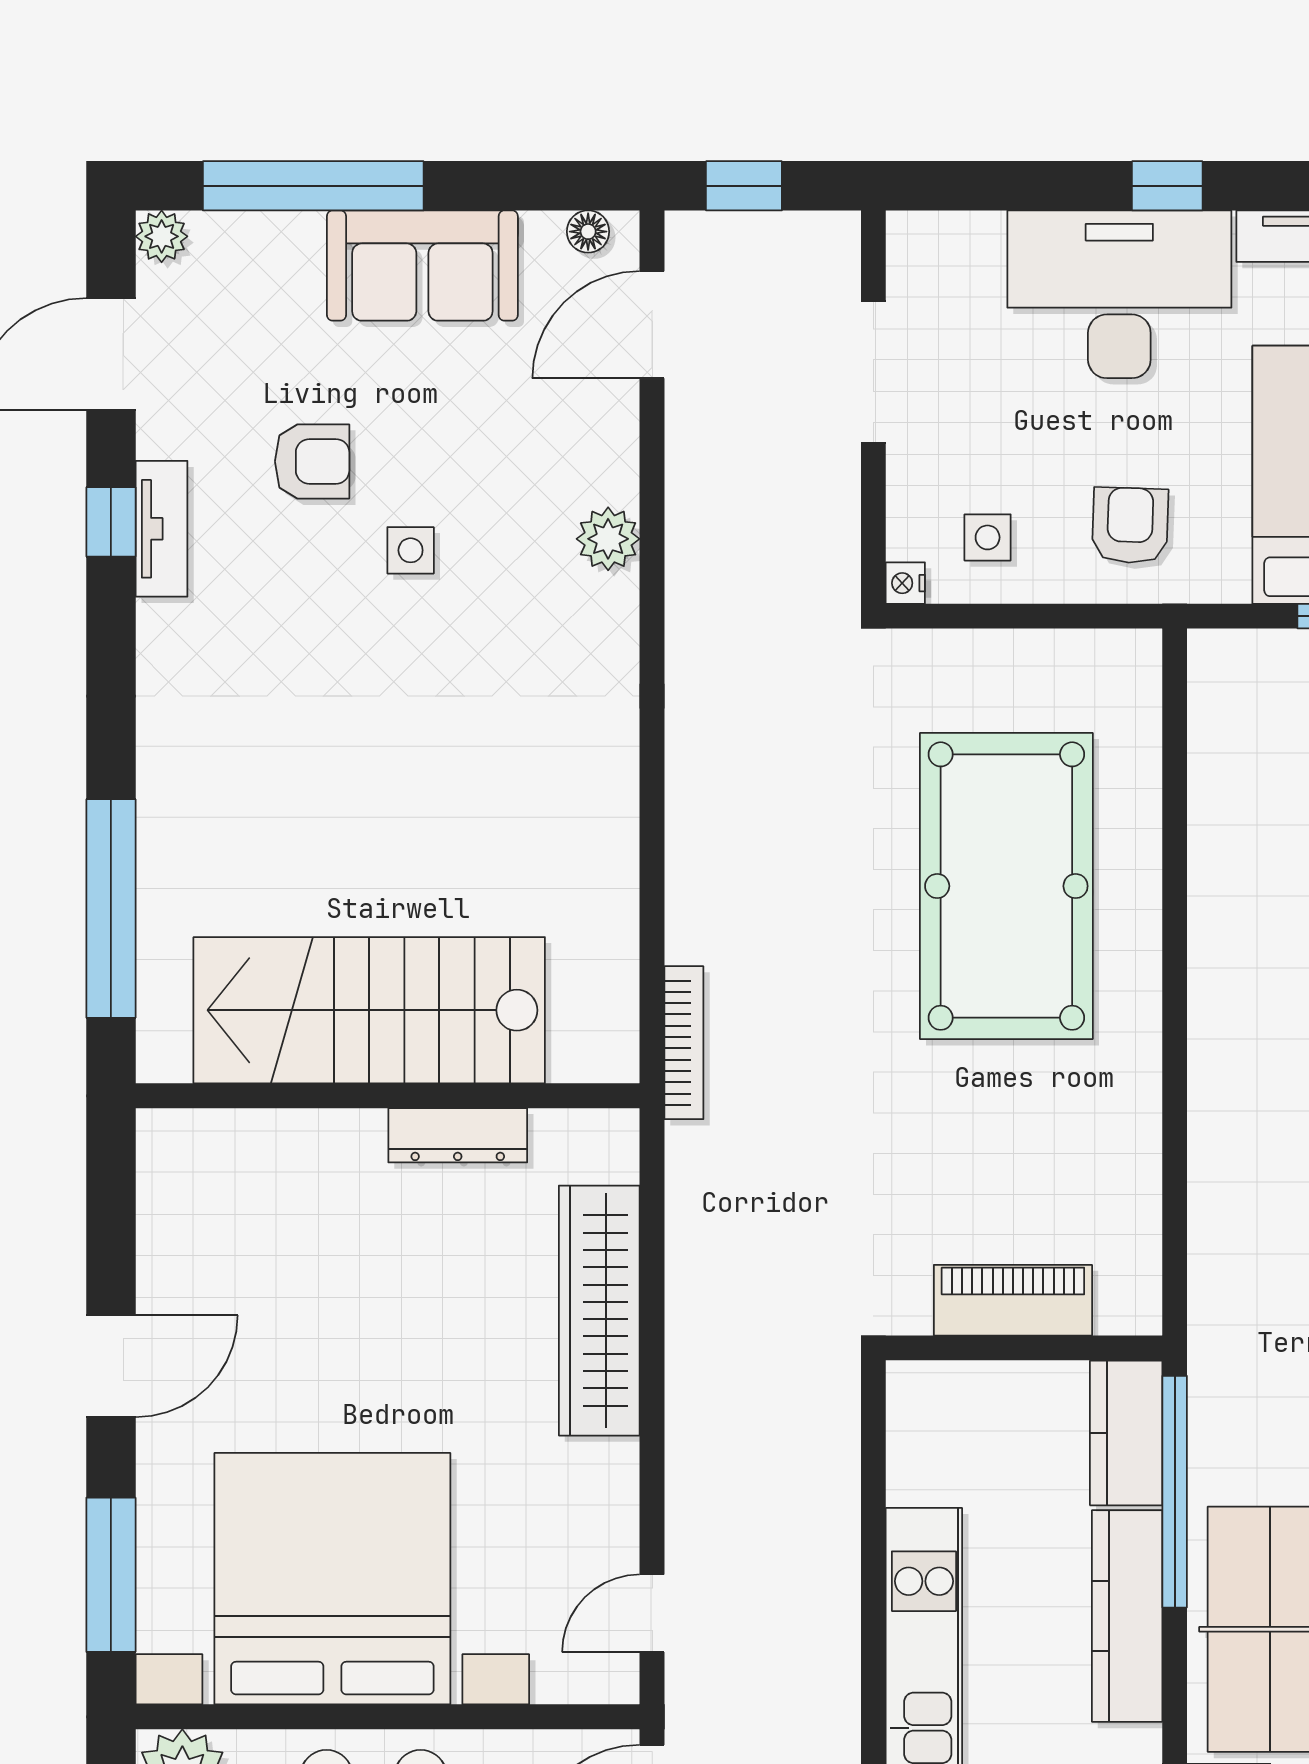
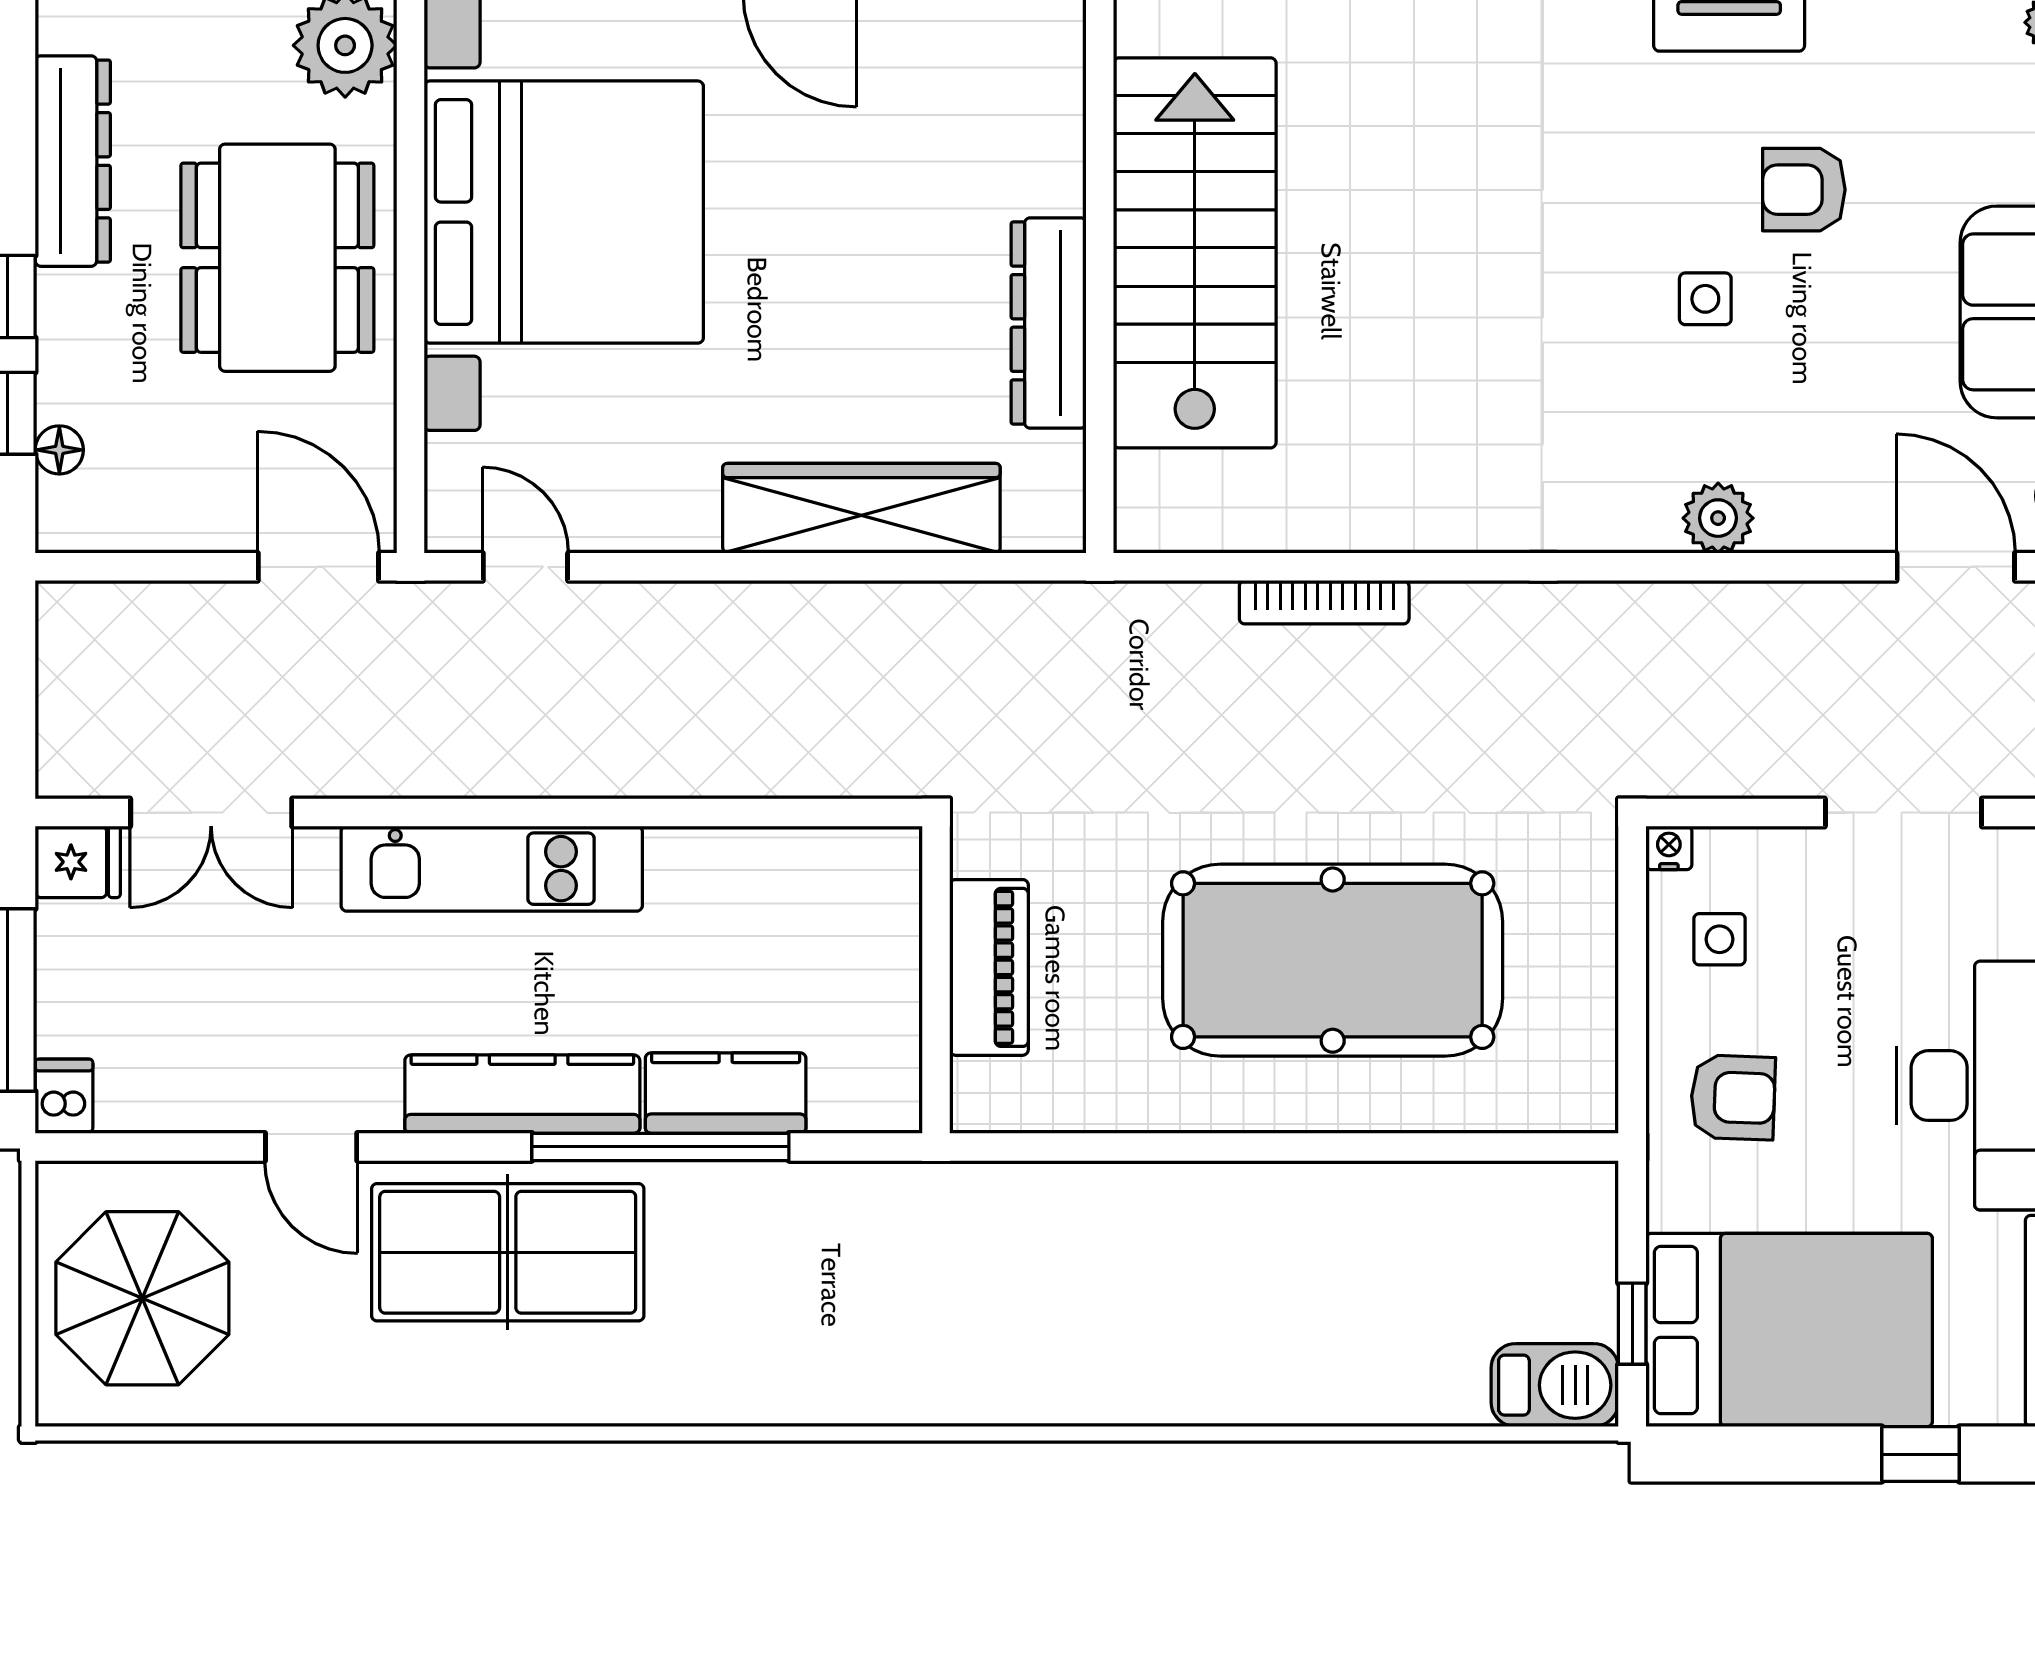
armchair: (312, 461) -> (1804, 190), turned 90
bookcase: (684, 1043) -> (1324, 602), moved
dresser: (458, 1135) -> (1049, 323), width x1.37, depth x1.24
piano: (1013, 1300) -> (989, 967), moved
wall: (1024, 1348) -> (936, 980), moved

